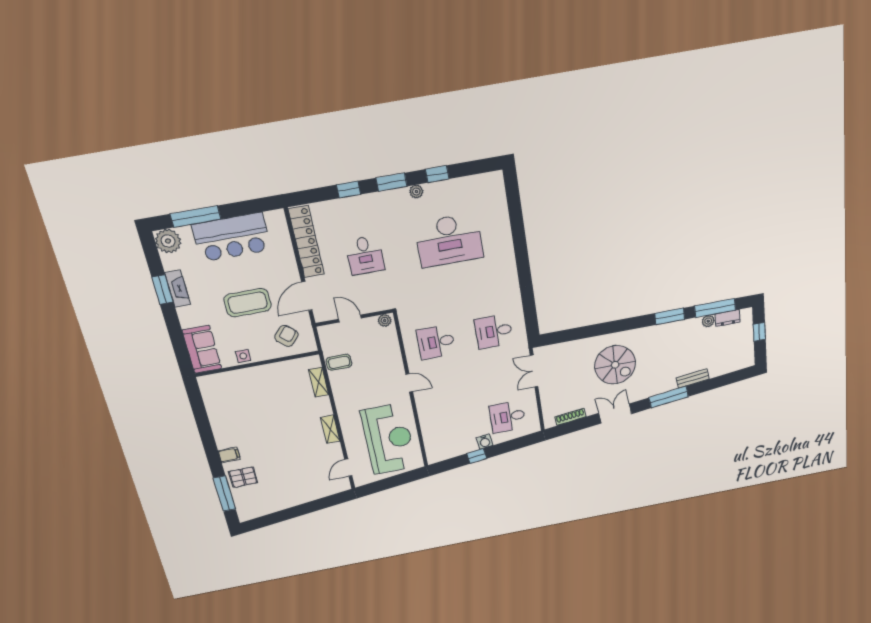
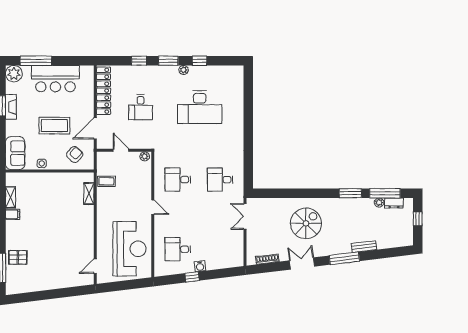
spiral stairs: (615, 365) -> (306, 223), turned -90
desk: (508, 417) -> (178, 249), moved
shelving: (330, 429) -> (10, 197), moved
filing cabinet: (229, 455) -> (13, 214), moved

